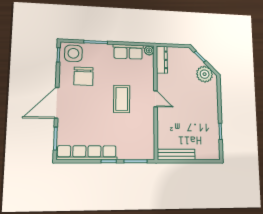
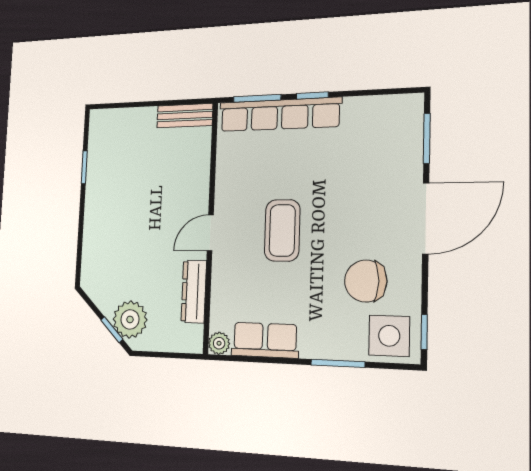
dresser: (162, 60) -> (194, 291), moved
plant: (205, 74) -> (130, 319), moved
chair: (84, 76) -> (366, 281), turned -90
door: (156, 99) -> (210, 233), hinge flipped
row of seats: (87, 153) -> (280, 114), moved
bench: (176, 155) -> (185, 116), width x0.73

